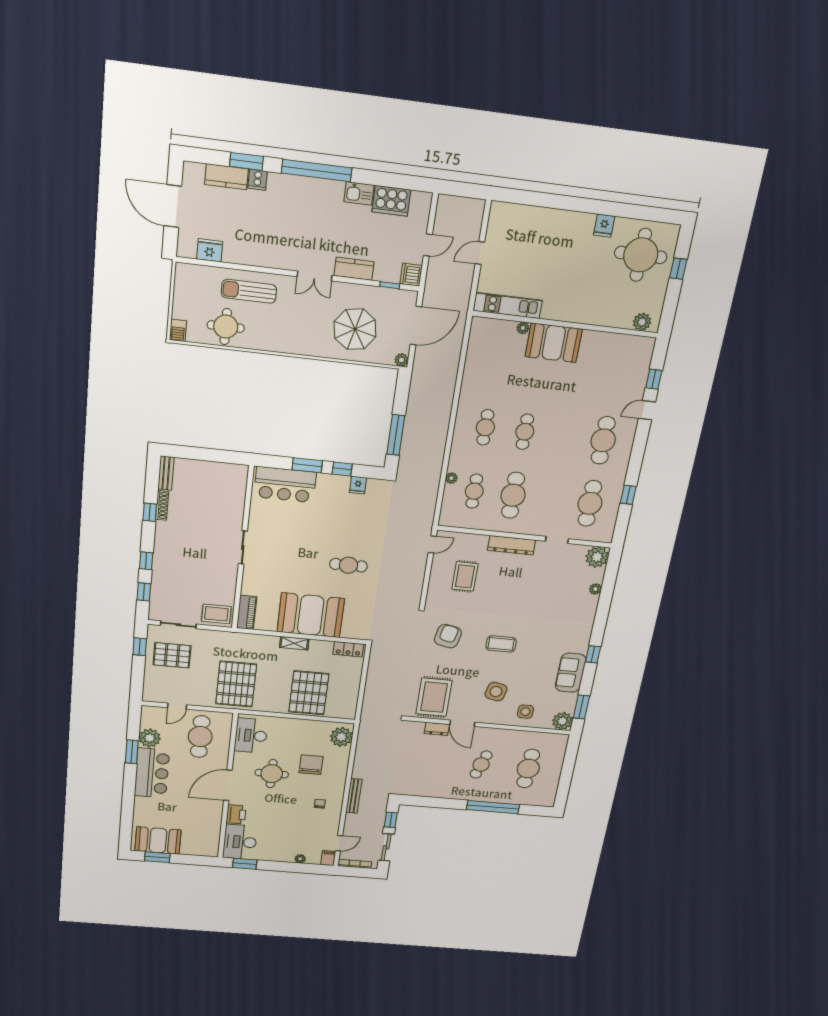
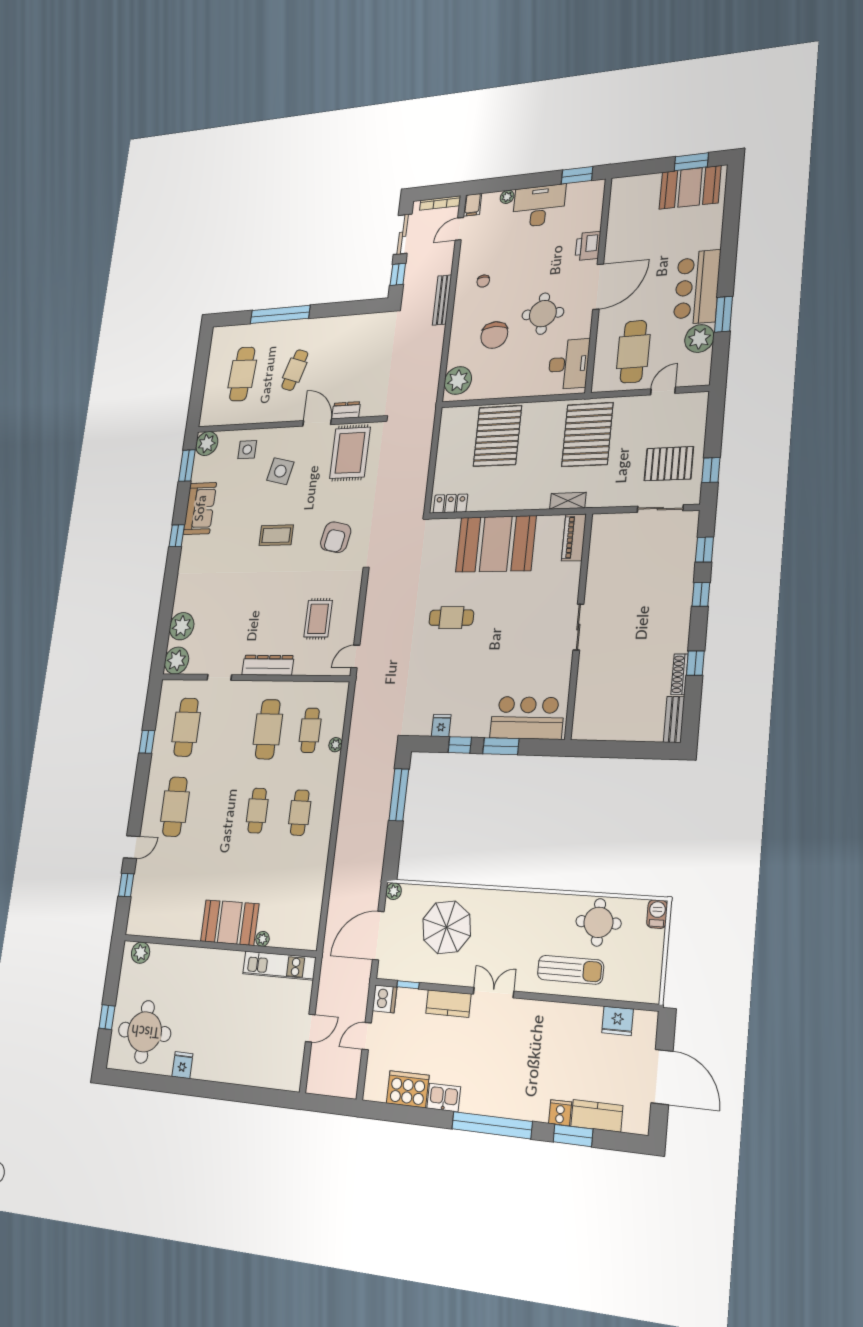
plant: (595, 589) -> (182, 626), width x1.87, depth x1.87
rug: (216, 614) -> (612, 530), removed
shelving: (294, 643) -> (568, 501), moved
desk: (240, 842) -> (539, 206), moved, turned -90

